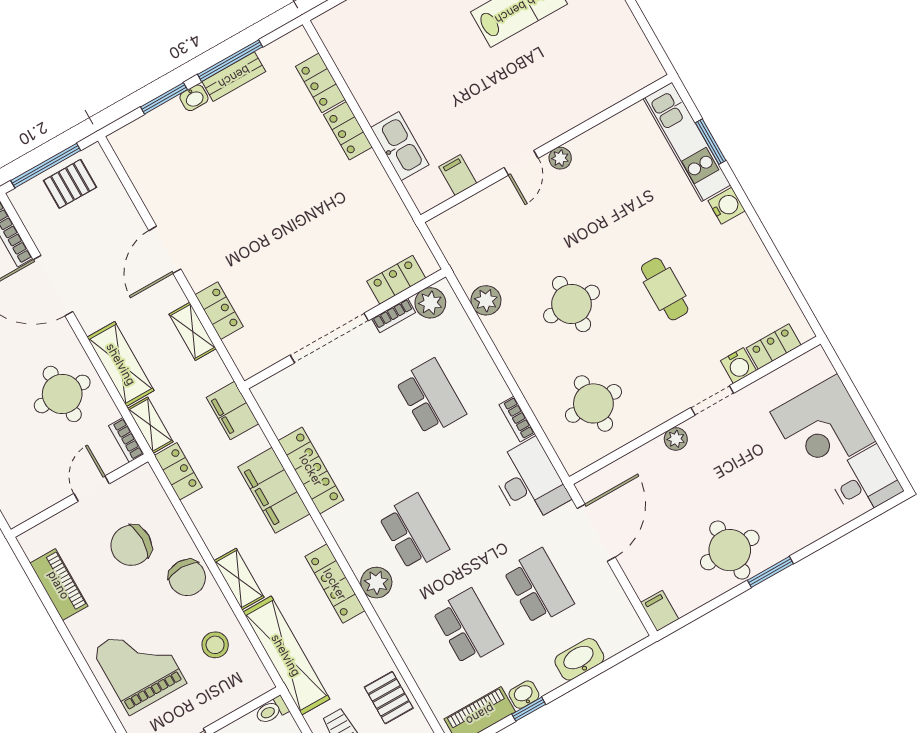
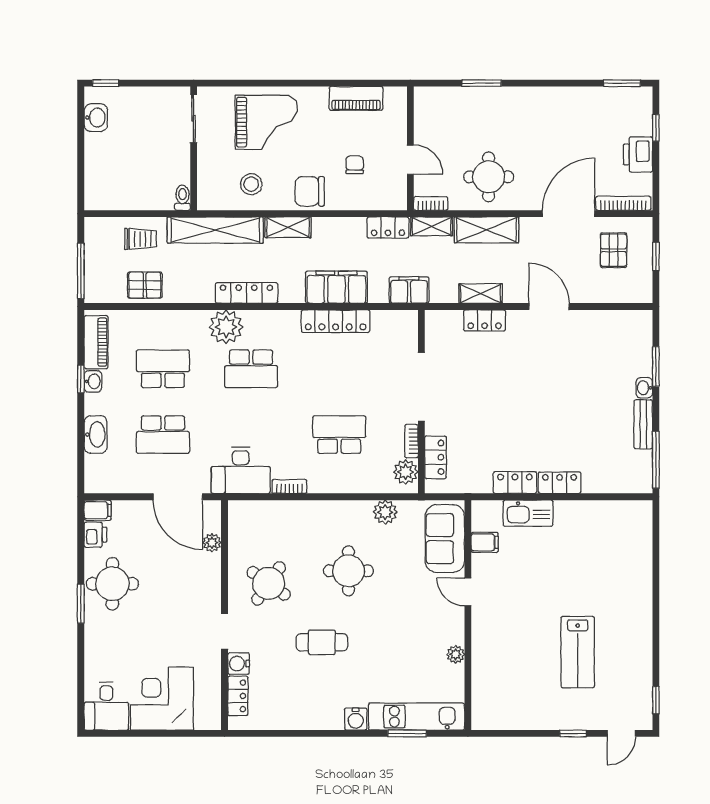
window: (230, 61) -> (656, 460), moved
locker: (320, 83) -> (515, 483), moved
plant: (560, 158) -> (456, 654), moved
window: (46, 166) -> (656, 256), width x0.46
pallet: (70, 184) -> (614, 250), moved
sofa: (478, 220) -> (445, 539), added
school desk: (431, 397) -> (339, 435), turned 180
round table: (593, 403) -> (269, 583), moved, turned 35
plant: (676, 439) -> (212, 543), moved
chair: (131, 545) -> (355, 165), width x0.54, depth x0.54
plant: (376, 583) -> (226, 327), width x1.36, depth x1.36
printer: (687, 598) -> (95, 535), added
school desk: (468, 627) -> (163, 369), turned 180

